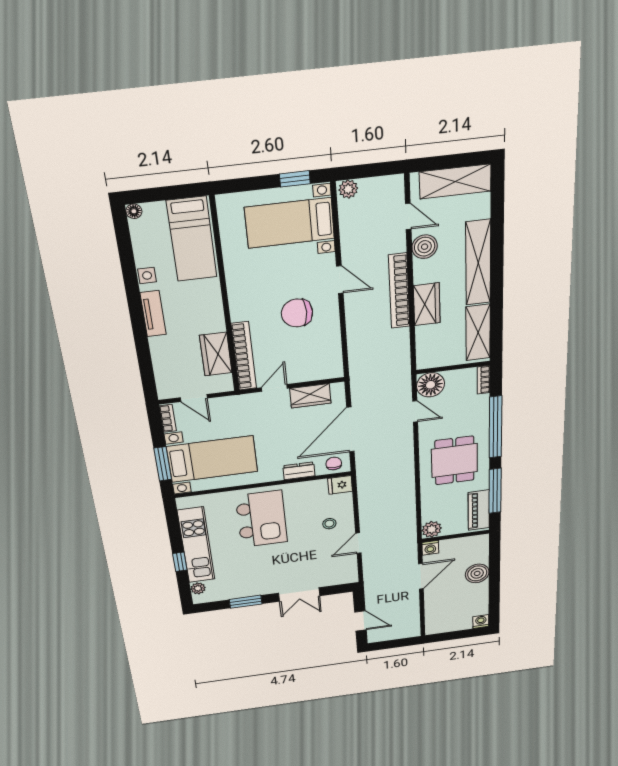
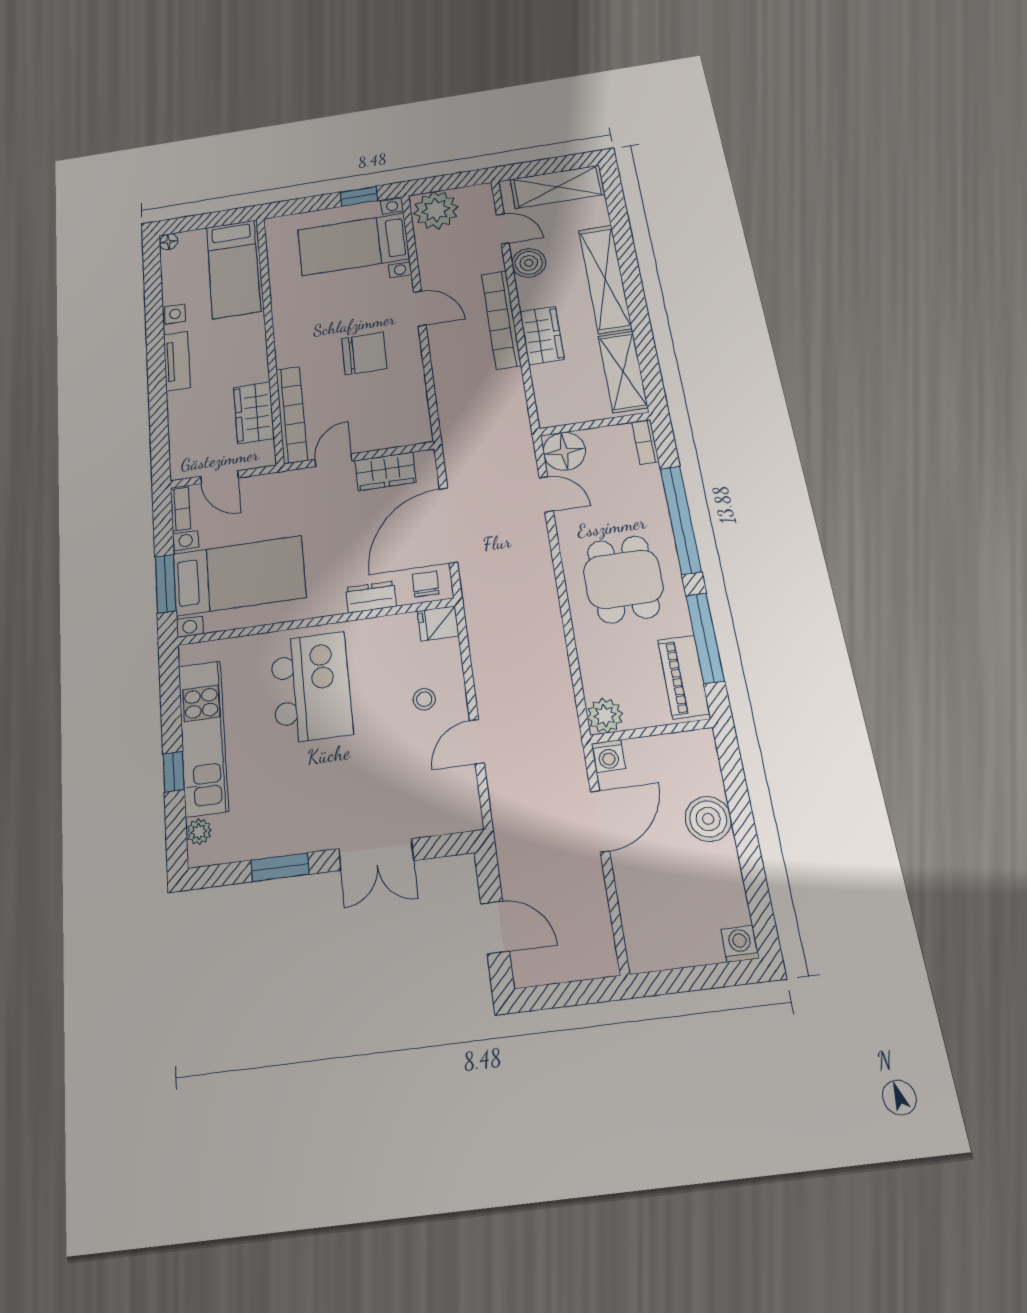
plant: (348, 189) -> (436, 210), width x1.87, depth x1.87
chair: (297, 313) -> (364, 353), turned 180

